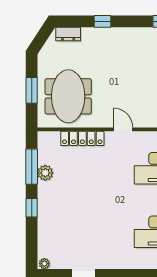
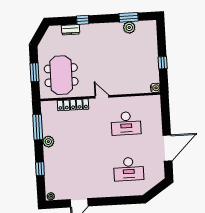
dresser: (68, 34) -> (71, 30), moved
plant: (45, 173) -> (48, 142), moved
window: (32, 208) -> (40, 169), moved

